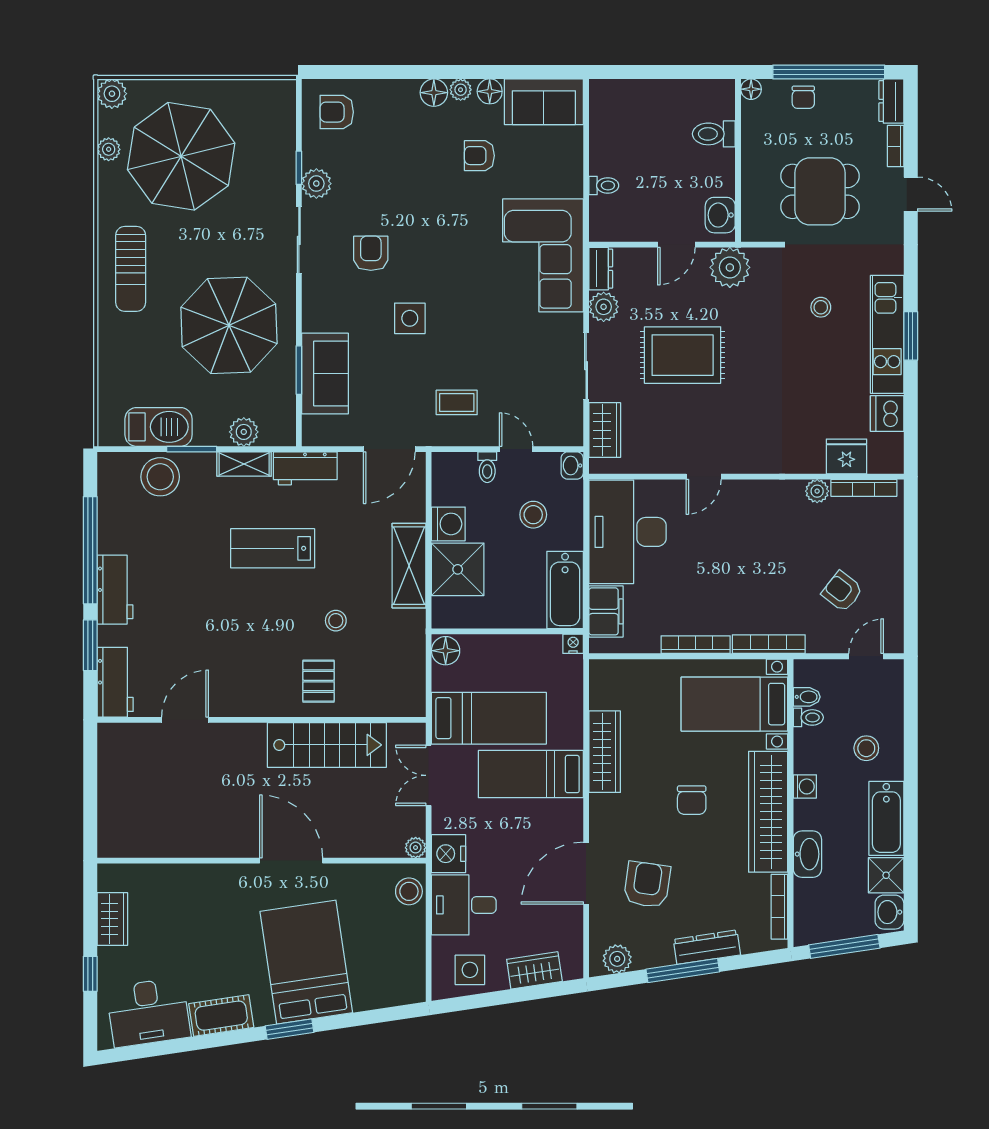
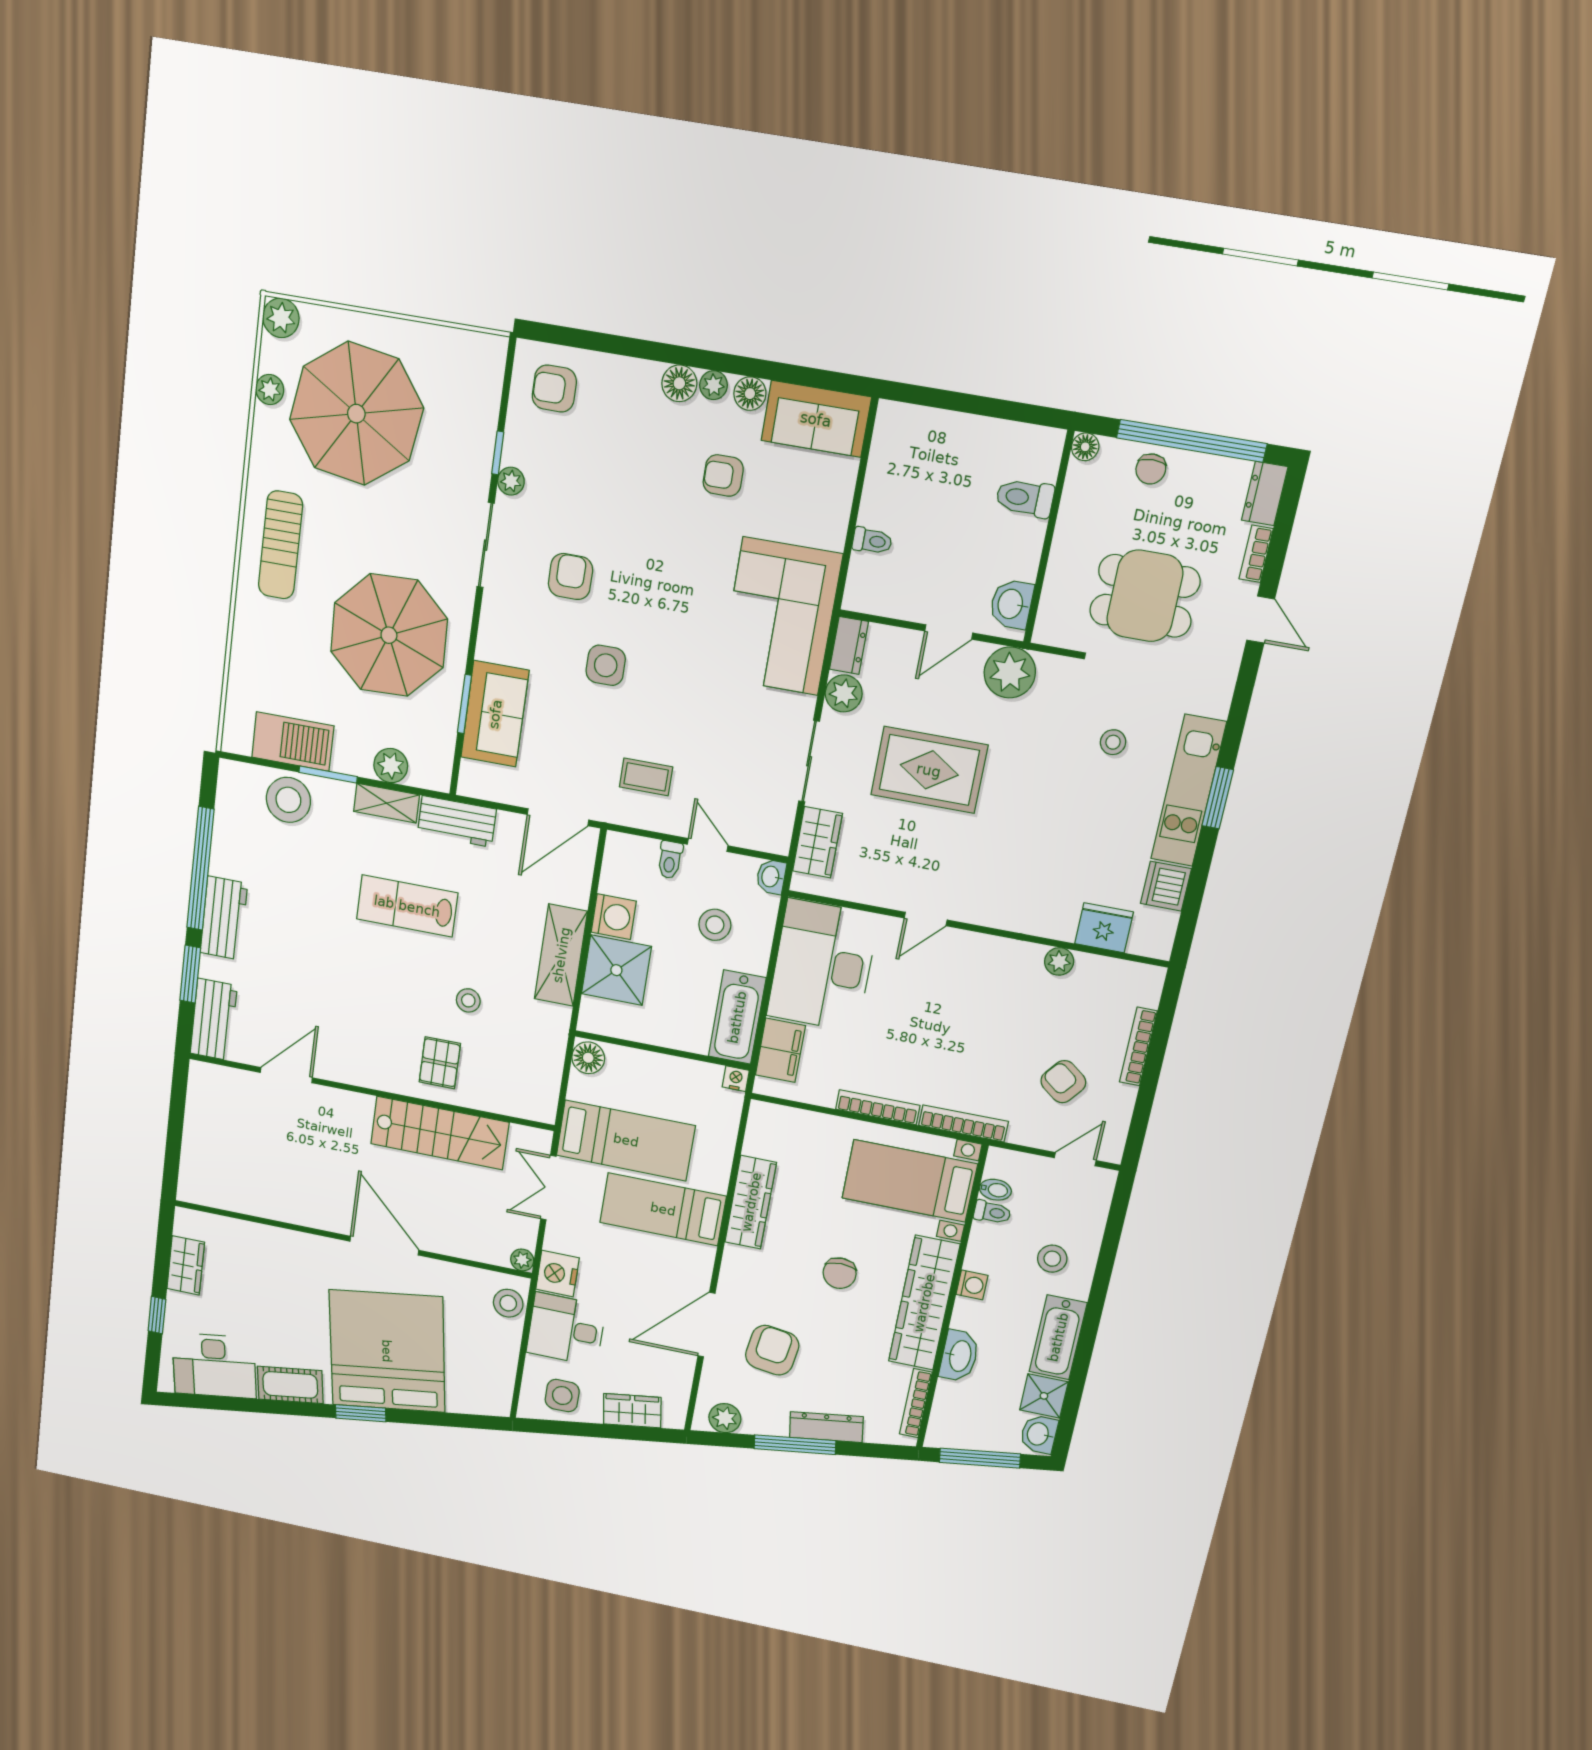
plant: (316, 184) -> (511, 481), width x0.73, depth x0.73
bookcase: (864, 488) -> (1138, 1047), moved, turned 90
bed: (306, 962) -> (387, 1351), width x1.36

